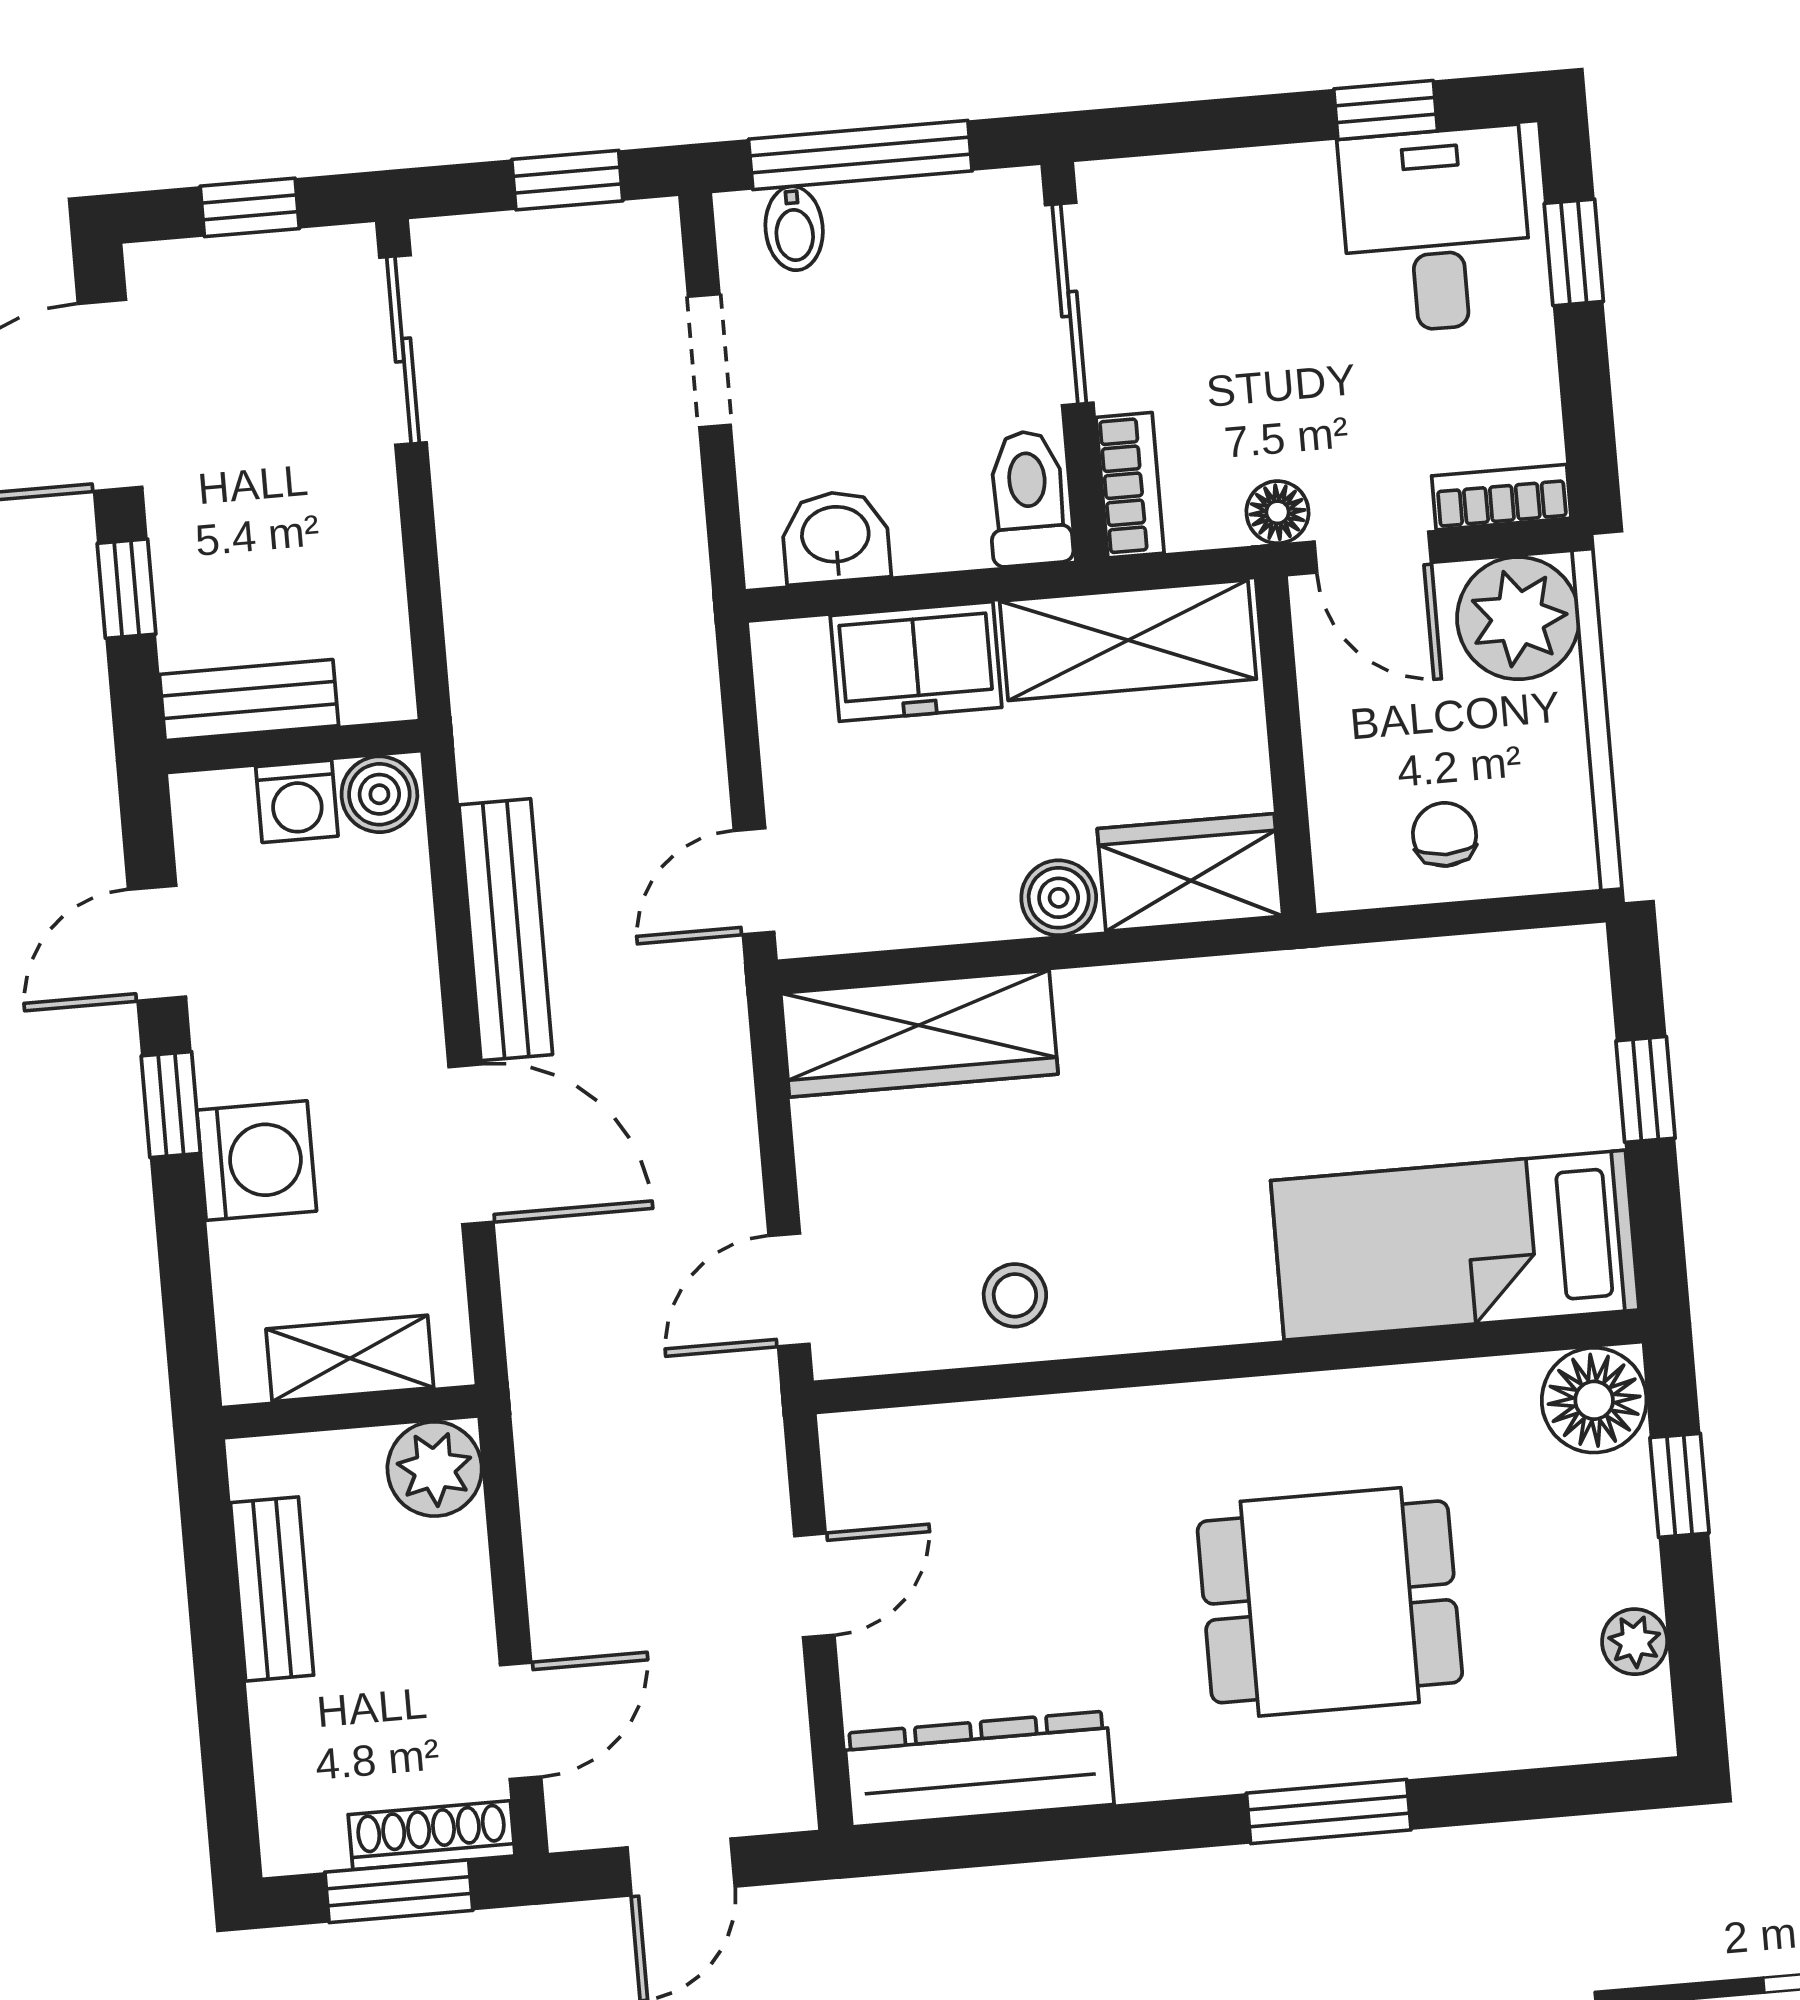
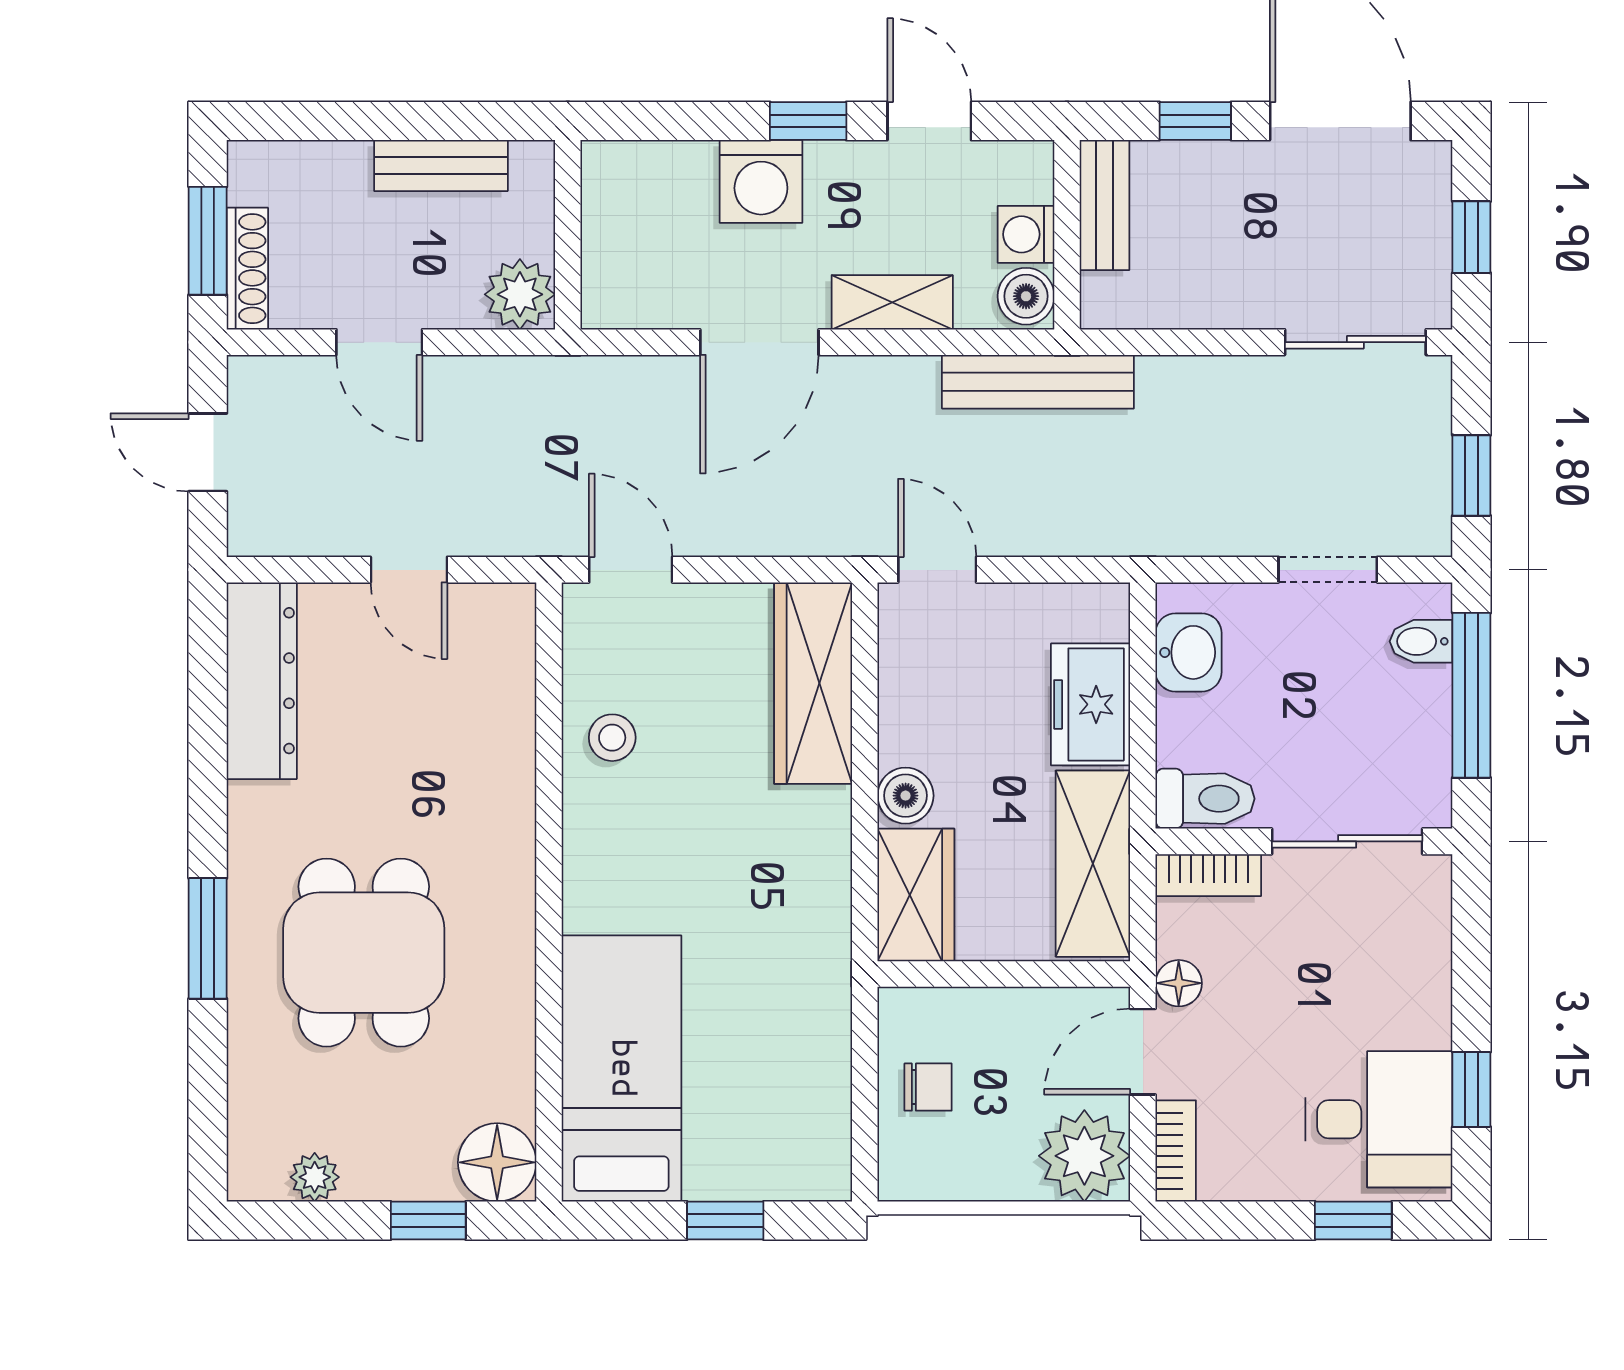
bench: (506, 930) -> (1038, 382), moved
shelving: (350, 1358) -> (892, 302), moved, turned 90
door: (521, 1721) -> (379, 342), moved

